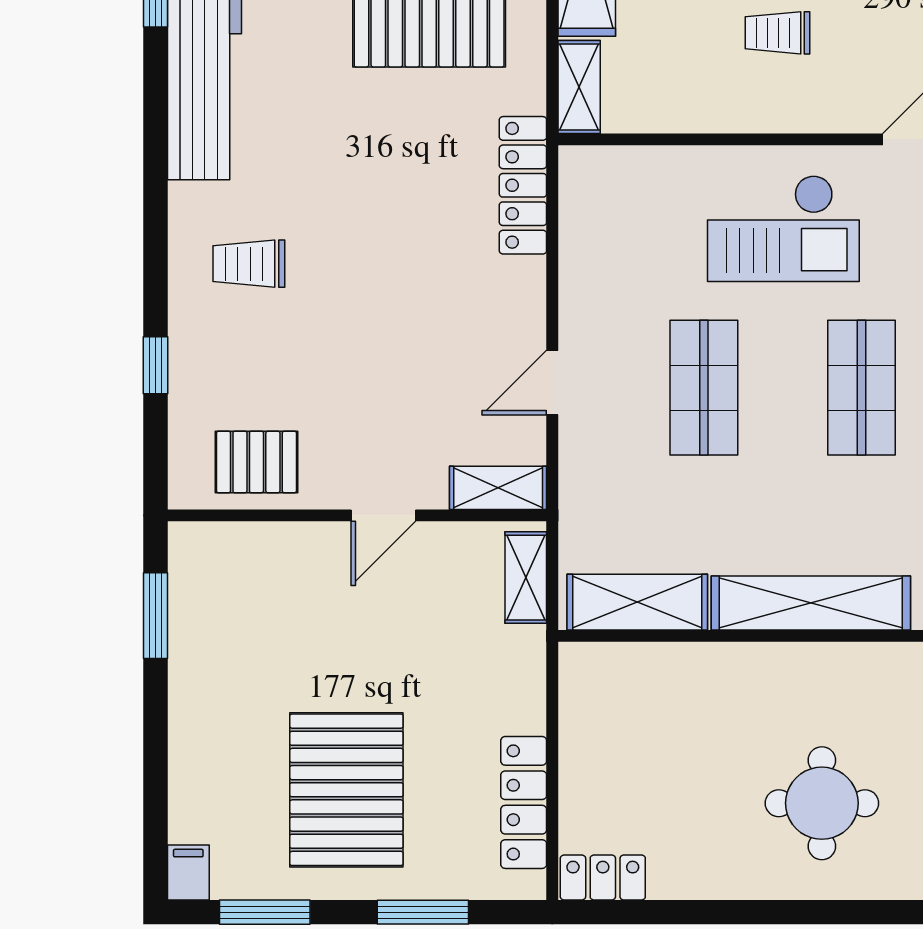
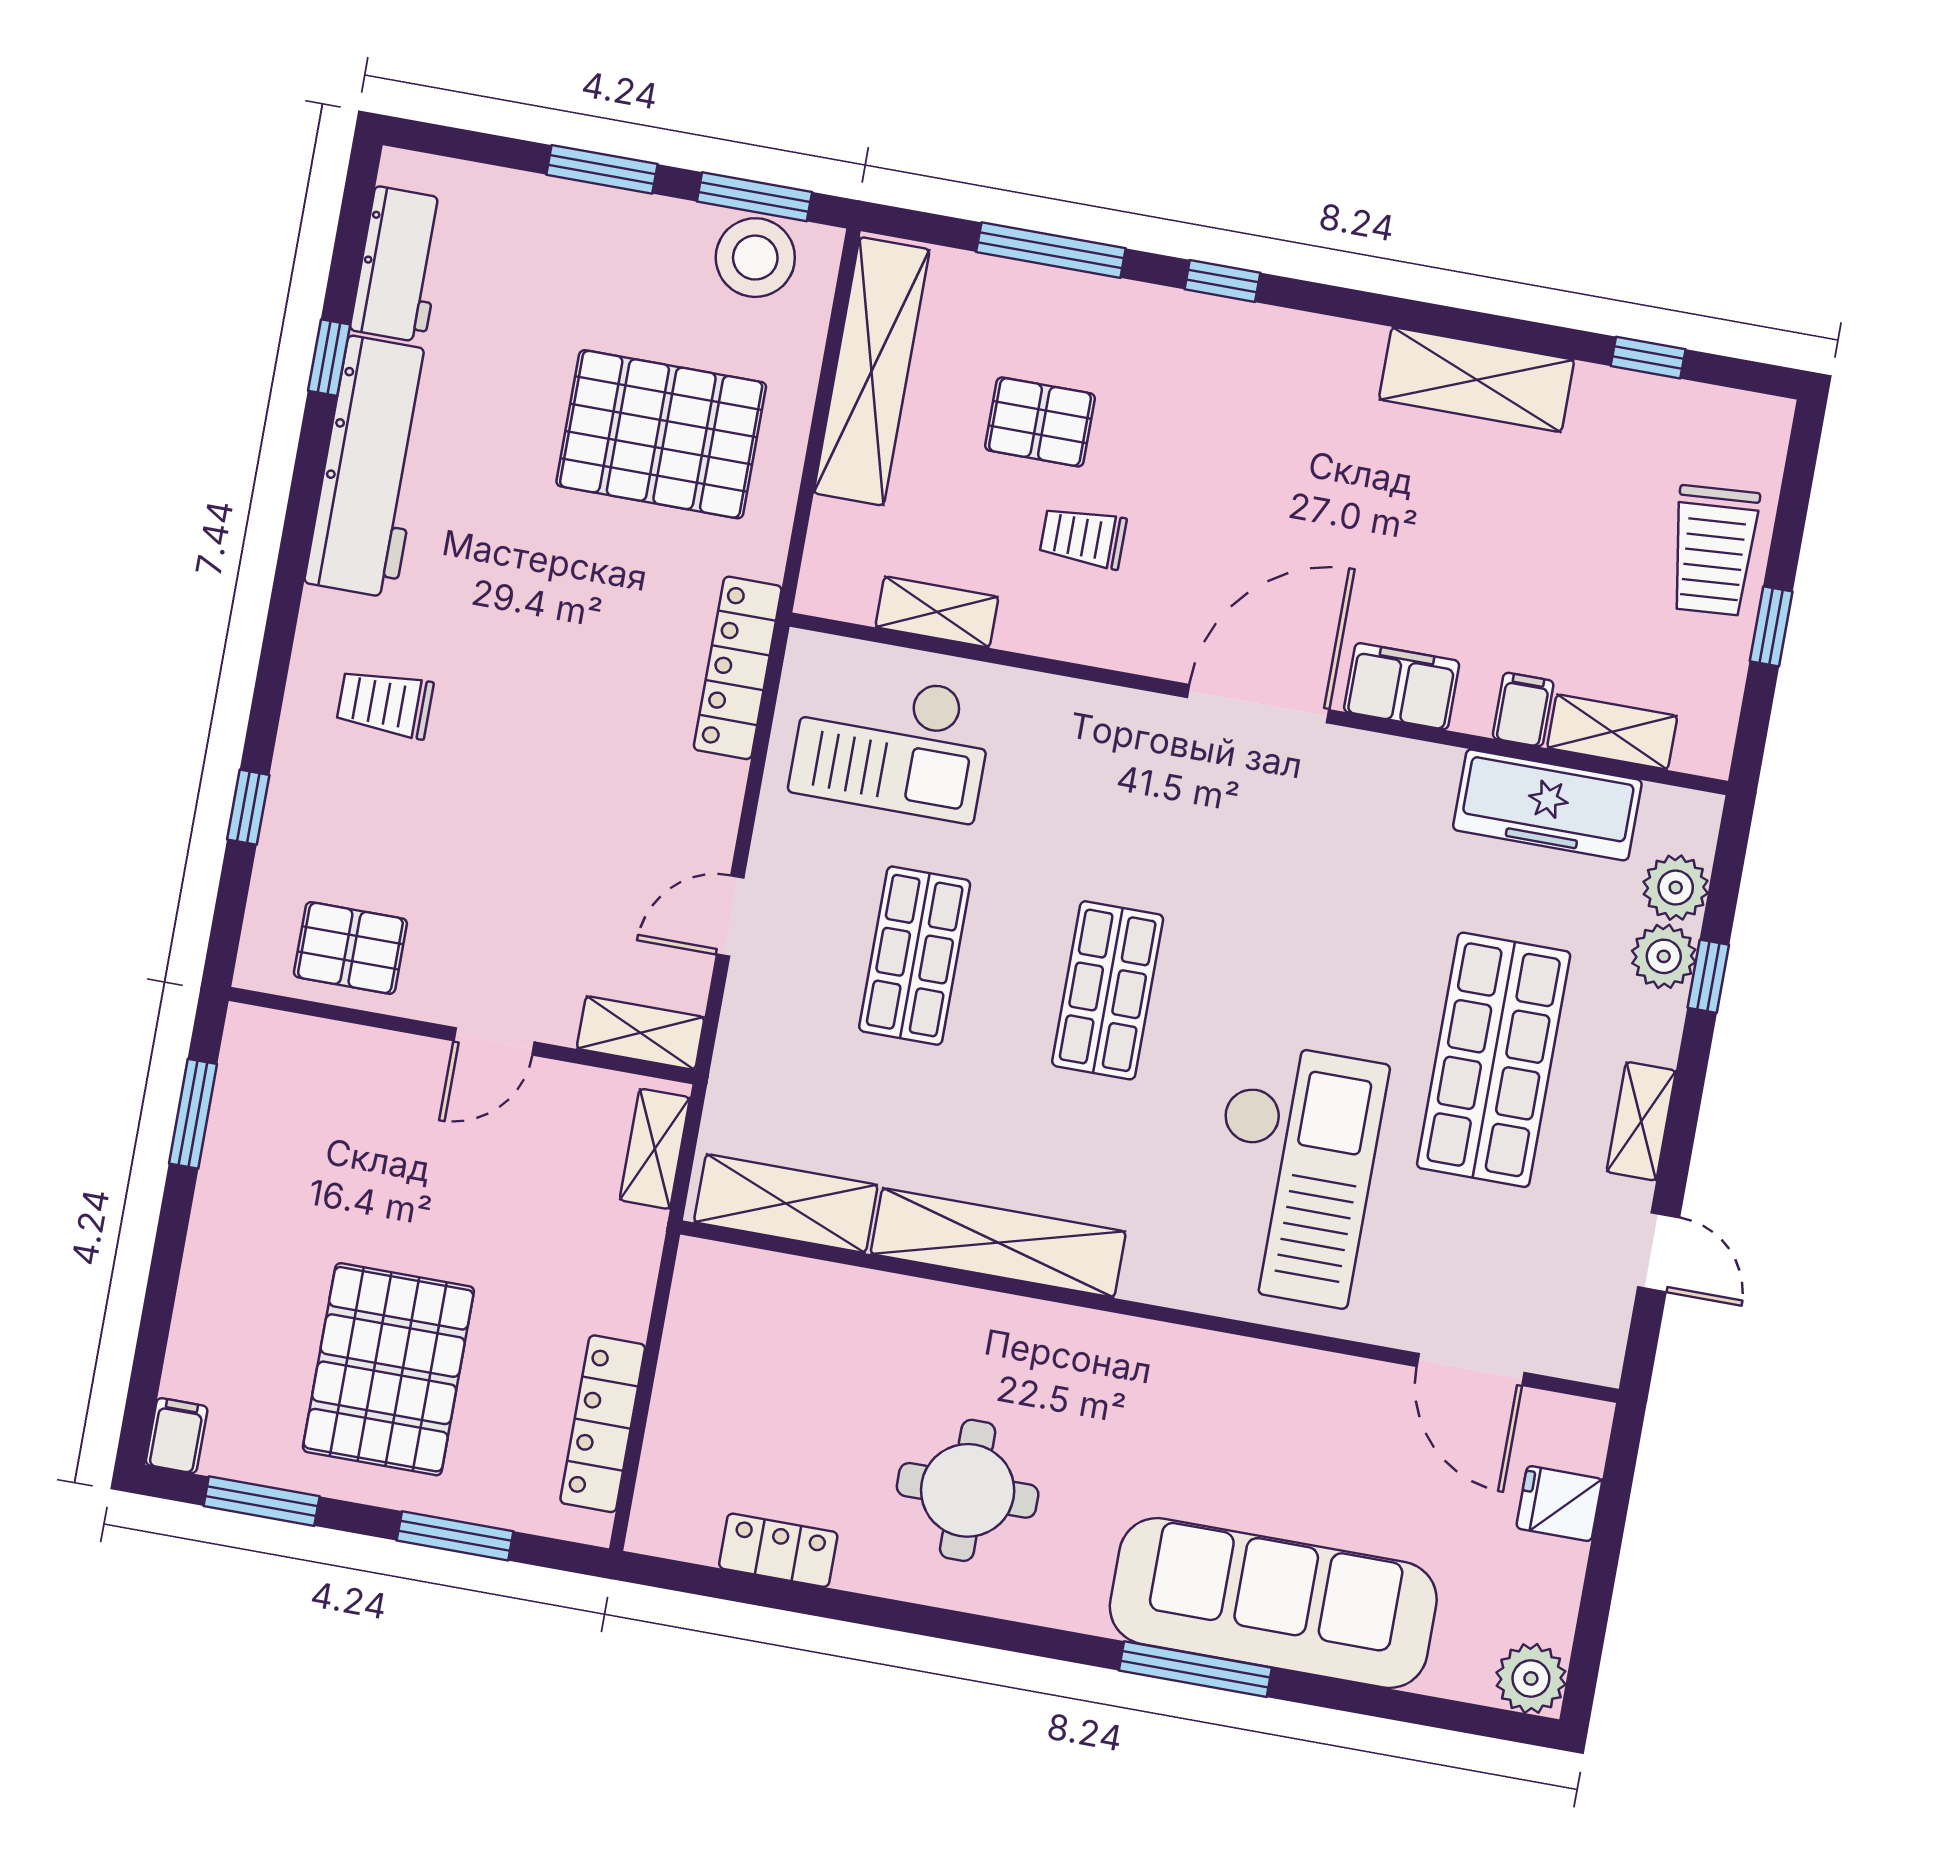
shelving: (579, 87) -> (937, 612), moved, turned 90
checkout: (783, 228) -> (892, 743), moved
locker: (603, 877) -> (778, 1550), moved

